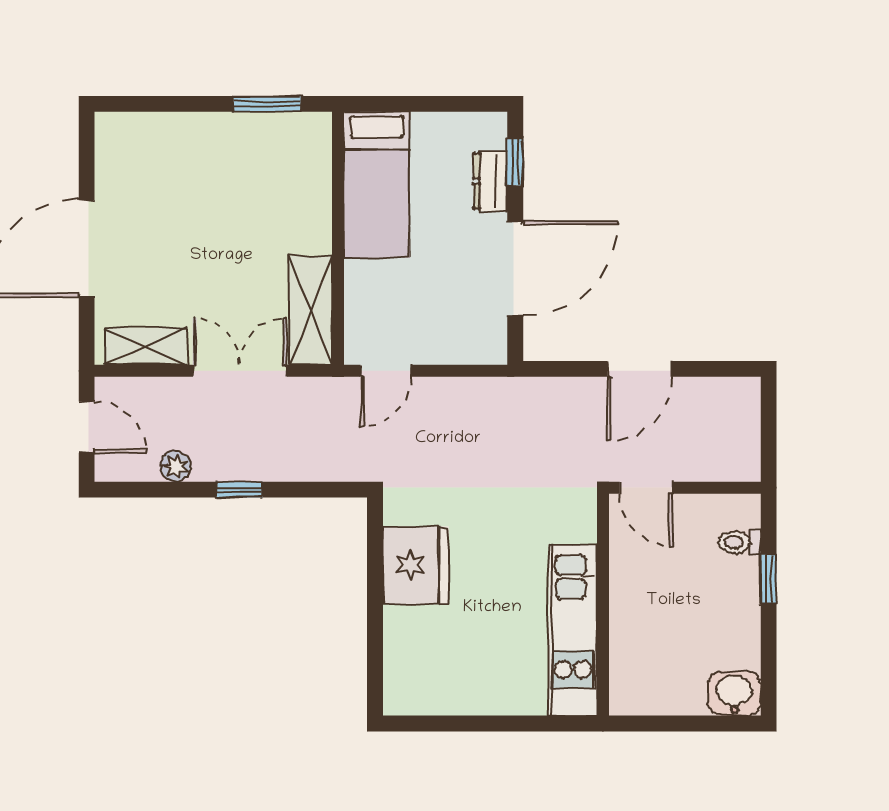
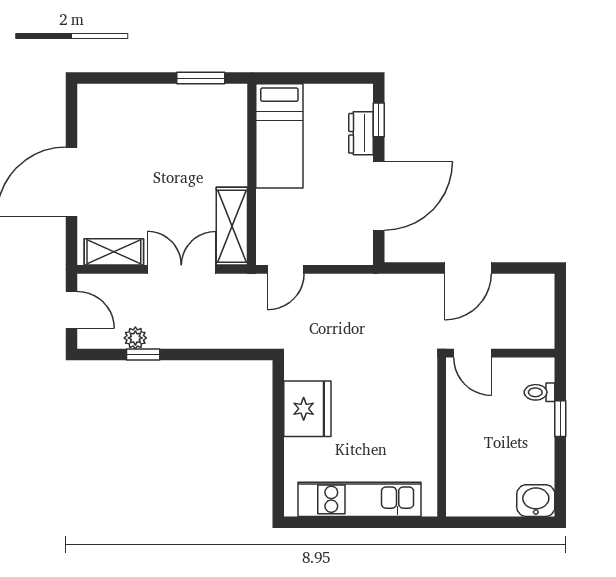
window: (239, 490) -> (143, 355), moved
kitchen unit: (573, 630) -> (360, 499), moved, turned 90

